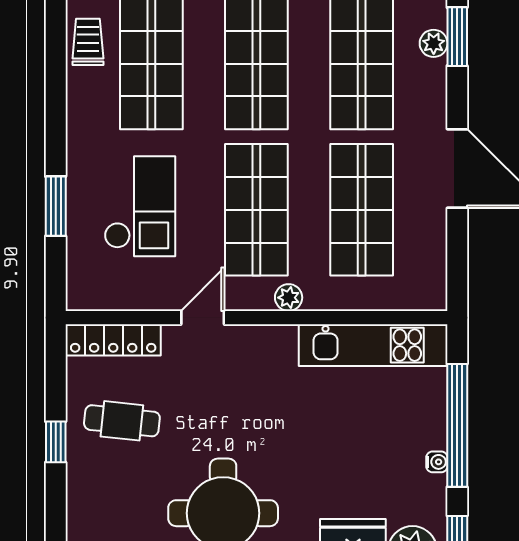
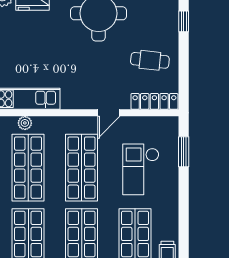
window: (56, 206) -> (184, 152), moved
plant: (289, 298) -> (25, 123), moved
window: (56, 442) -> (184, 21), moved

